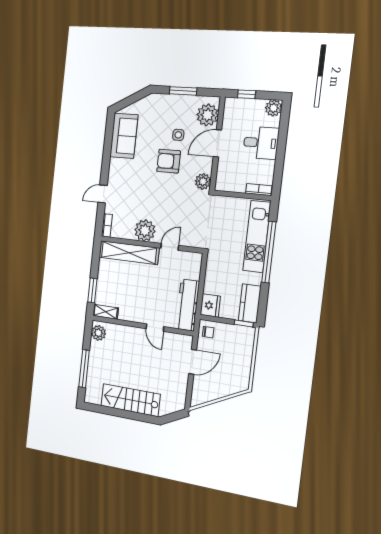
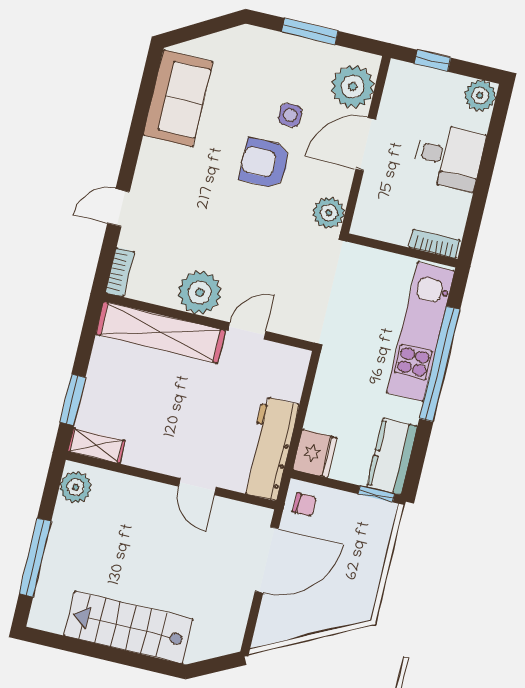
door: (193, 362) -> (267, 560), width x1.36

